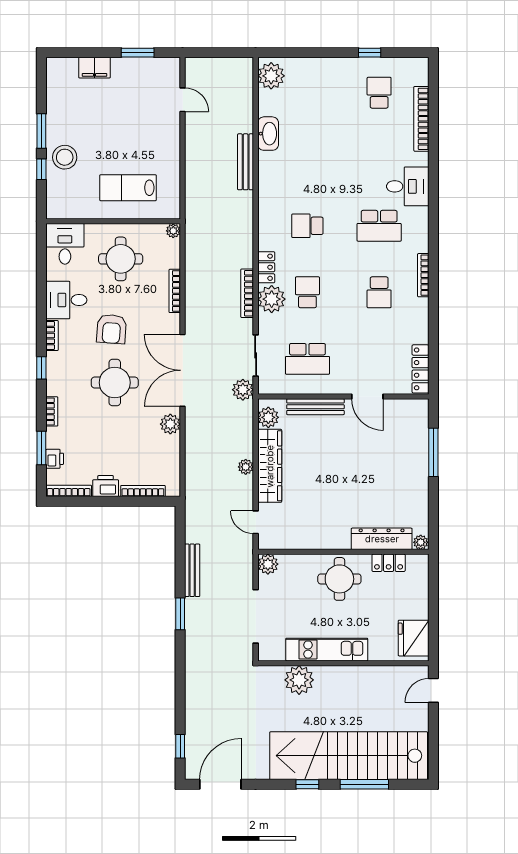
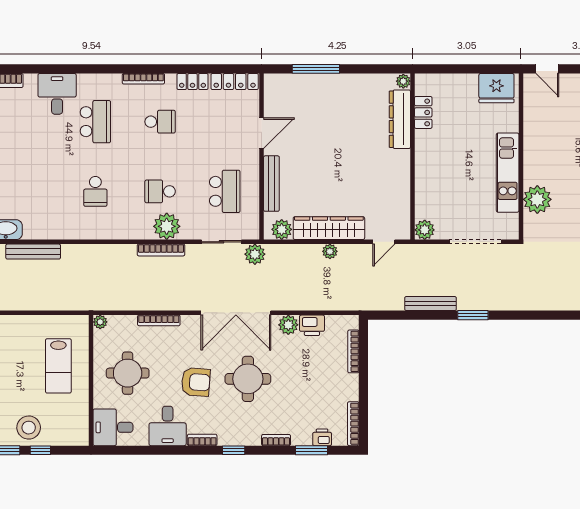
locker: (266, 267) -> (192, 82), moved, turned 180
printer: (106, 486) -> (312, 325), moved, turned -90
round table: (339, 579) -> (439, 160), removed

